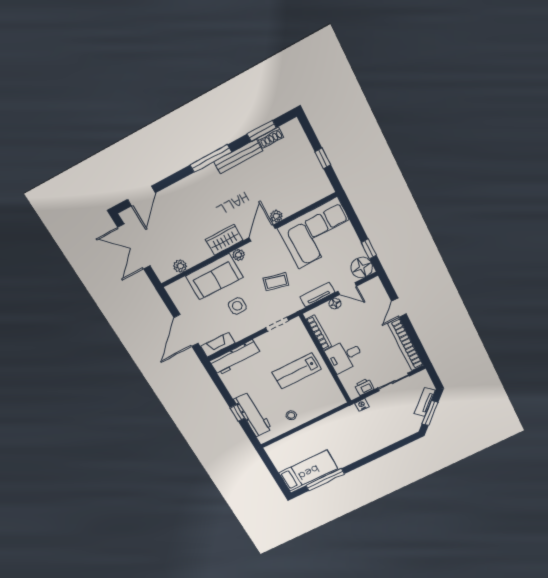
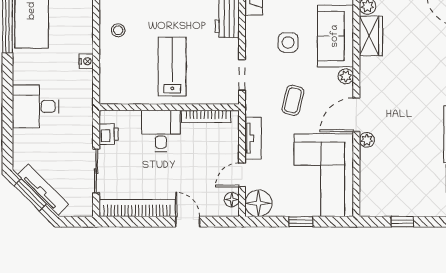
door: (262, 233) -> (356, 115), swing flipped
wardrobe: (224, 240) -> (371, 36), moved
window: (369, 249) -> (301, 222), moved
floor lamp: (335, 304) -> (232, 200), moved
tv unit: (425, 402) -> (43, 190), width x1.41
nightstand: (362, 405) -> (86, 61), moved
desk: (369, 438) -> (36, 106), added

